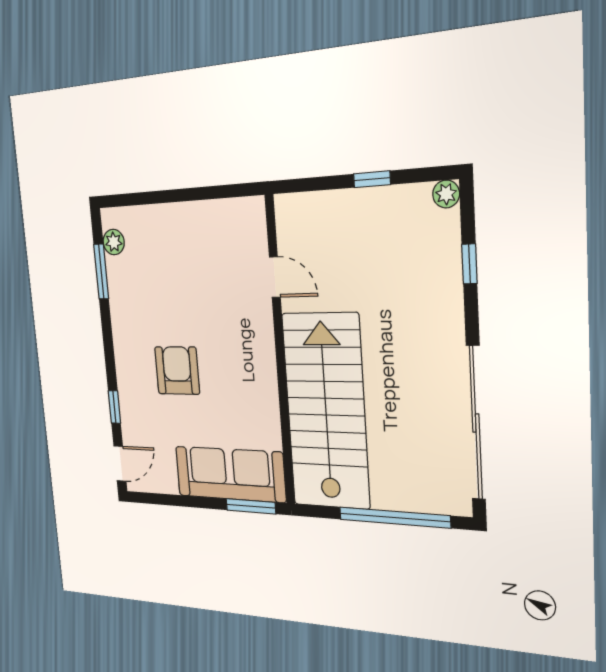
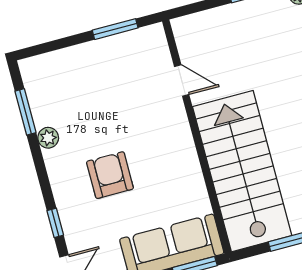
window: (209, 193) -> (115, 29), added
plant: (114, 242) -> (48, 138), moved

